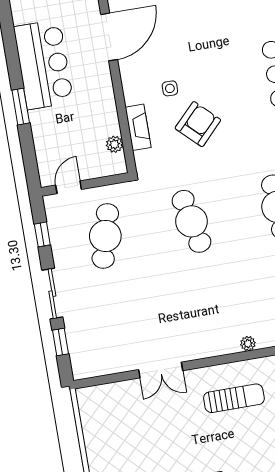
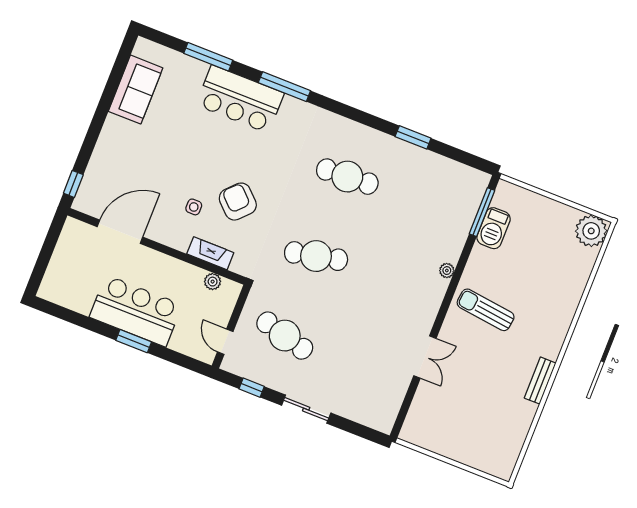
door: (109, 37) -> (120, 232), hinge flipped
bar counter: (43, 64) -> (136, 311), moved
window: (60, 342) -> (351, 427), removed
sun lounger: (234, 398) -> (486, 310), turned -83

